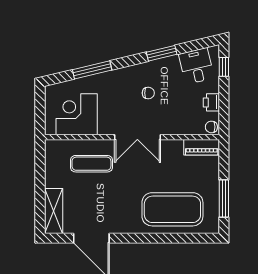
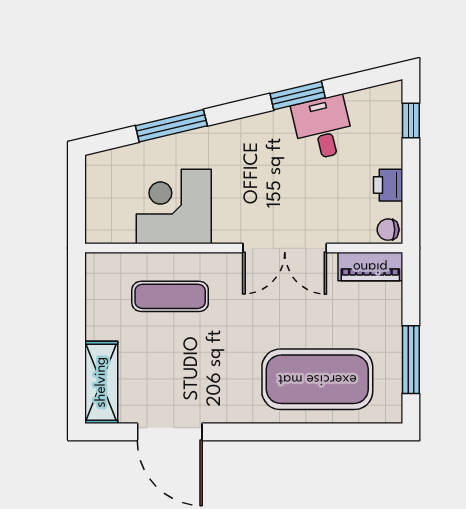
desk: (196, 66) -> (323, 128), moved
chair: (148, 93) -> (273, 168), removed
corner desk: (77, 114) -> (174, 206), moved
double door: (137, 137) -> (285, 248), moved

